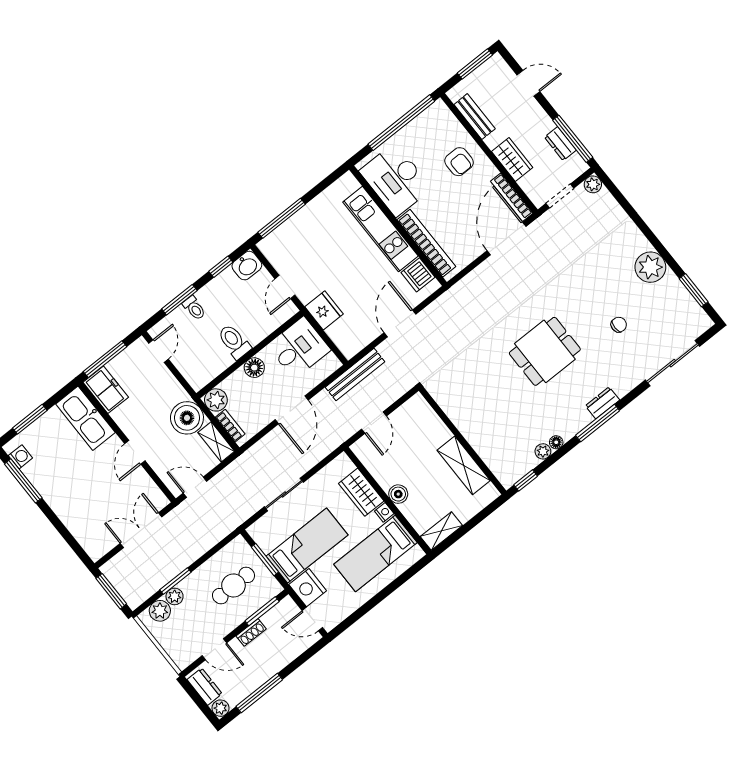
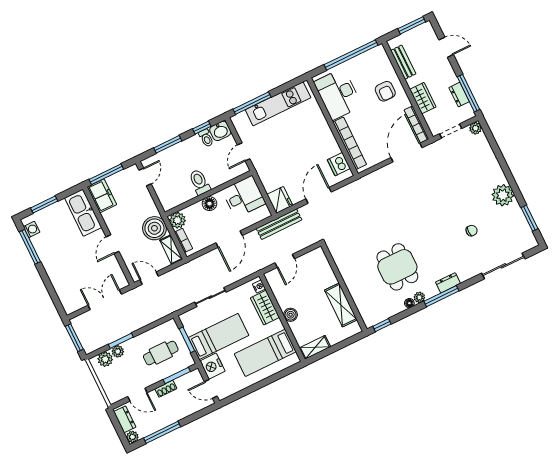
kitchen unit: (381, 229) -> (278, 104), moved, turned -90
toilet: (194, 308) -> (206, 138), moved
fridge: (324, 310) -> (280, 200), moved
dining table: (545, 351) -> (397, 267), moved, turned 90
plant: (543, 451) -> (419, 297), moved
nightstand: (384, 512) -> (259, 286), moved

